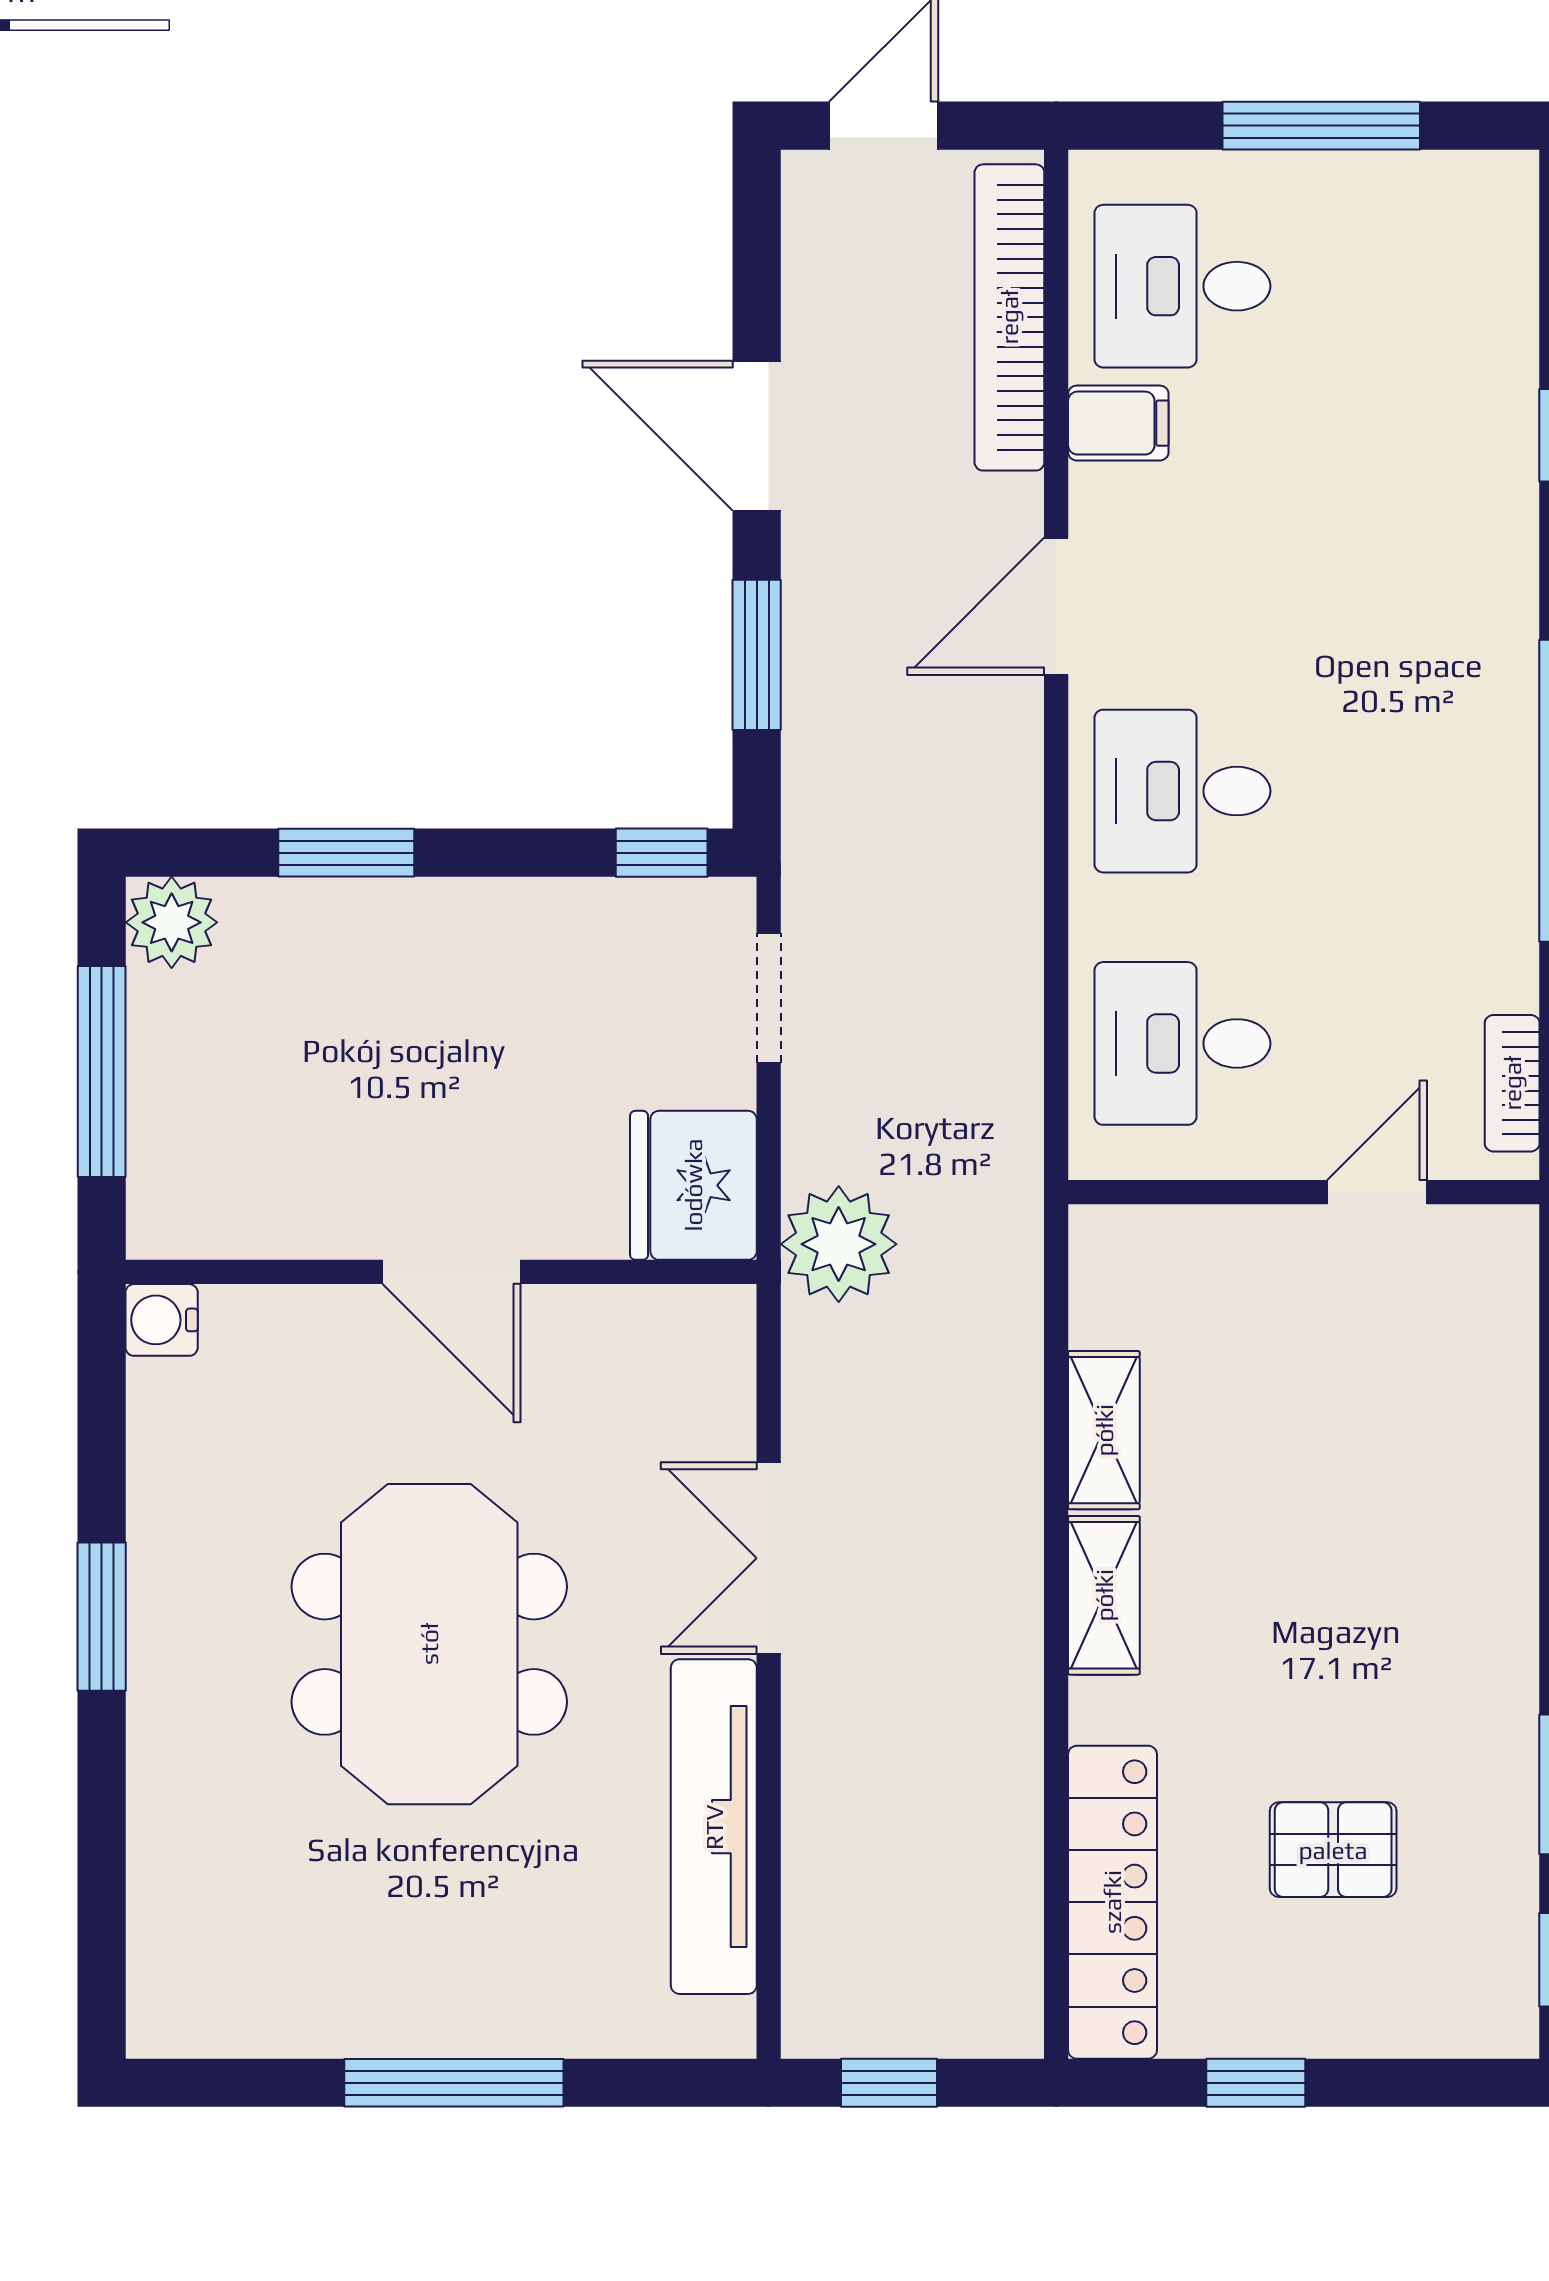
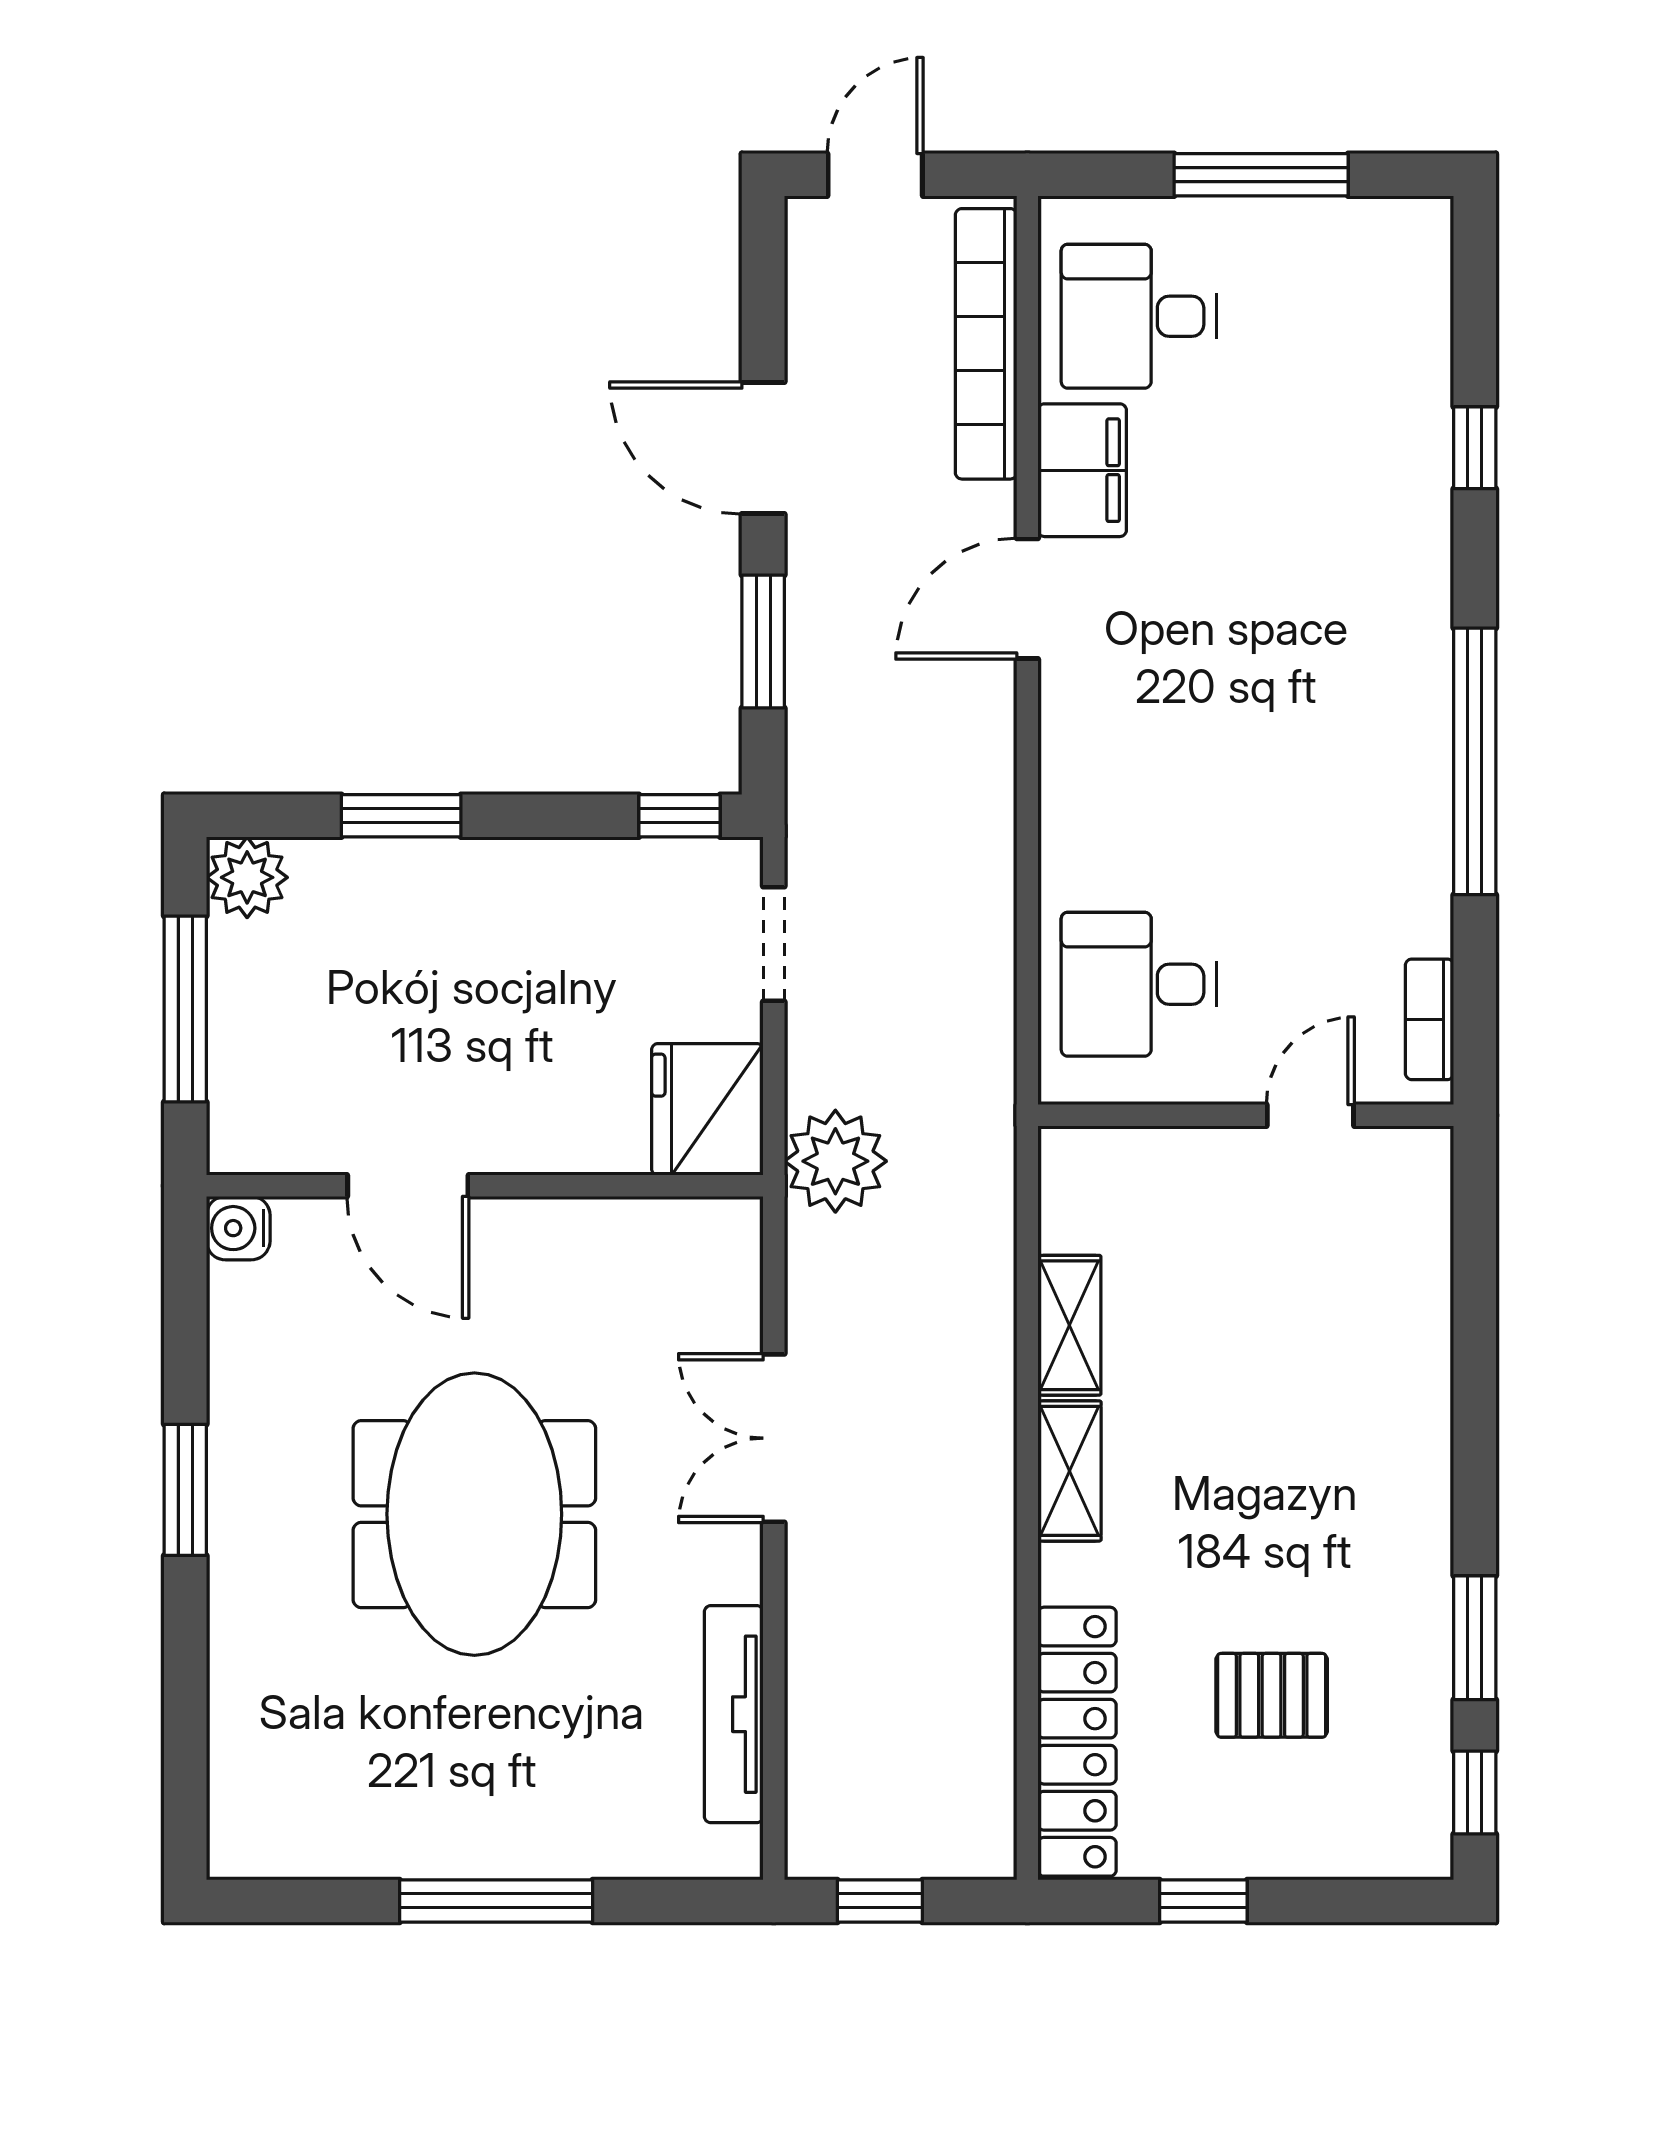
filing cabinet: (1118, 423) -> (1082, 470), width x2.00
desk: (1182, 791) -> (1139, 762), removed
door: (452, 1272) -> (408, 1186), moved
tv unit: (714, 1827) -> (734, 1714), width x0.73, depth x0.78

